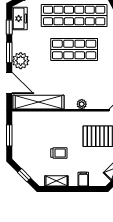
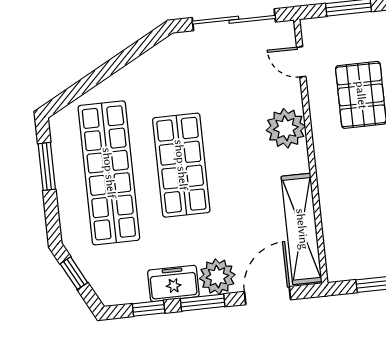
freezer: (20, 18) -> (173, 283), moved
plant: (82, 104) -> (286, 128), width x1.88, depth x1.88

